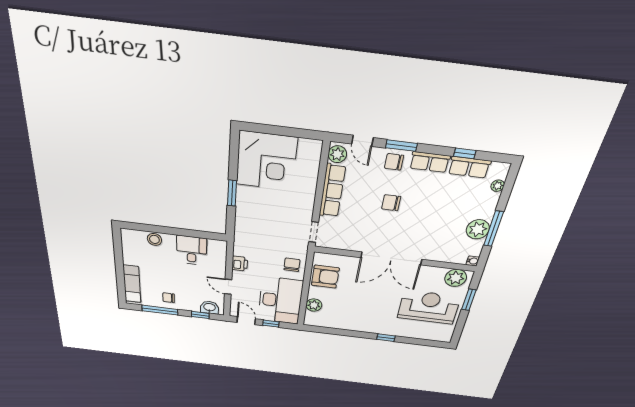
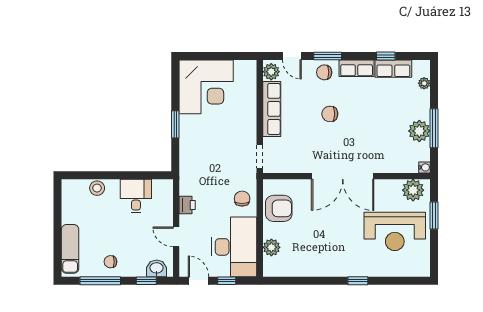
reception desk: (429, 307) -> (395, 231), turned 180

